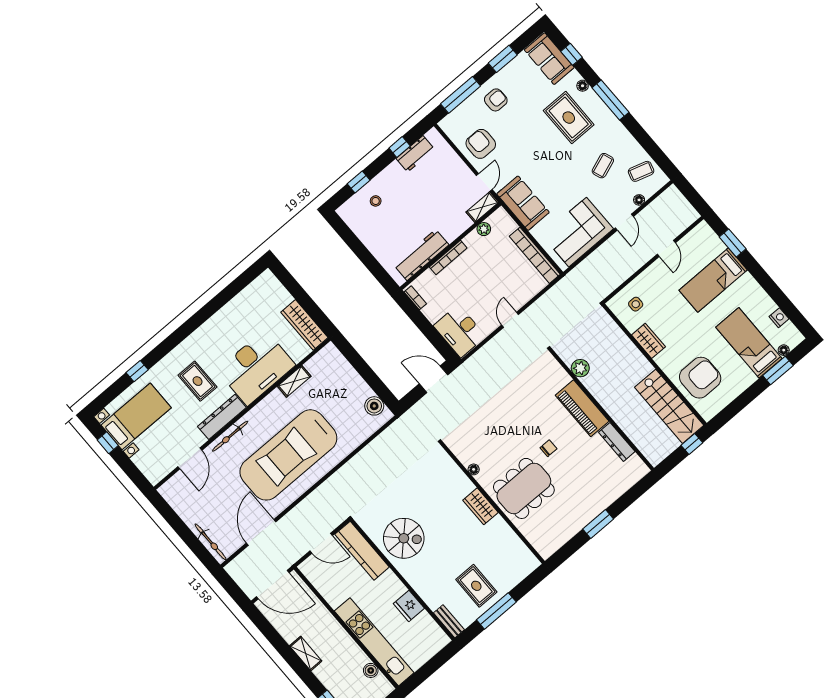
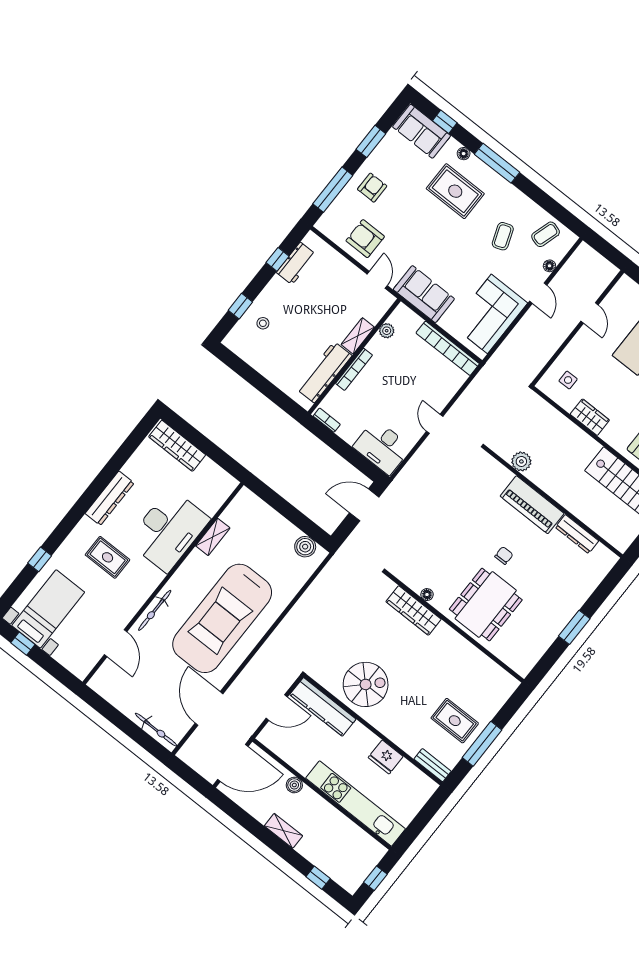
shelving: (482, 207) -> (358, 336), moved
wardrobe: (304, 325) -> (177, 446), moved
dresser: (222, 417) -> (110, 498), moved, turned 180
wardrobe: (480, 506) -> (414, 610), moved, width x1.50
boiler: (371, 670) -> (294, 785), moved

